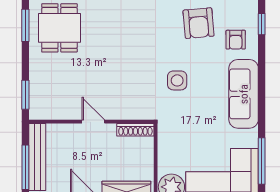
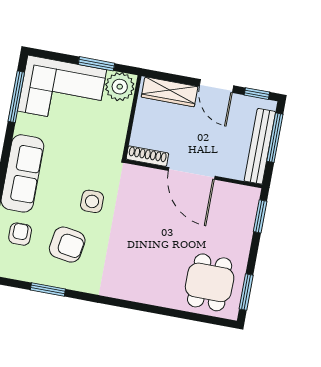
armchair: (199, 23) -> (67, 245), moved, turned 104
door: (93, 122) -> (192, 173), width x1.88

